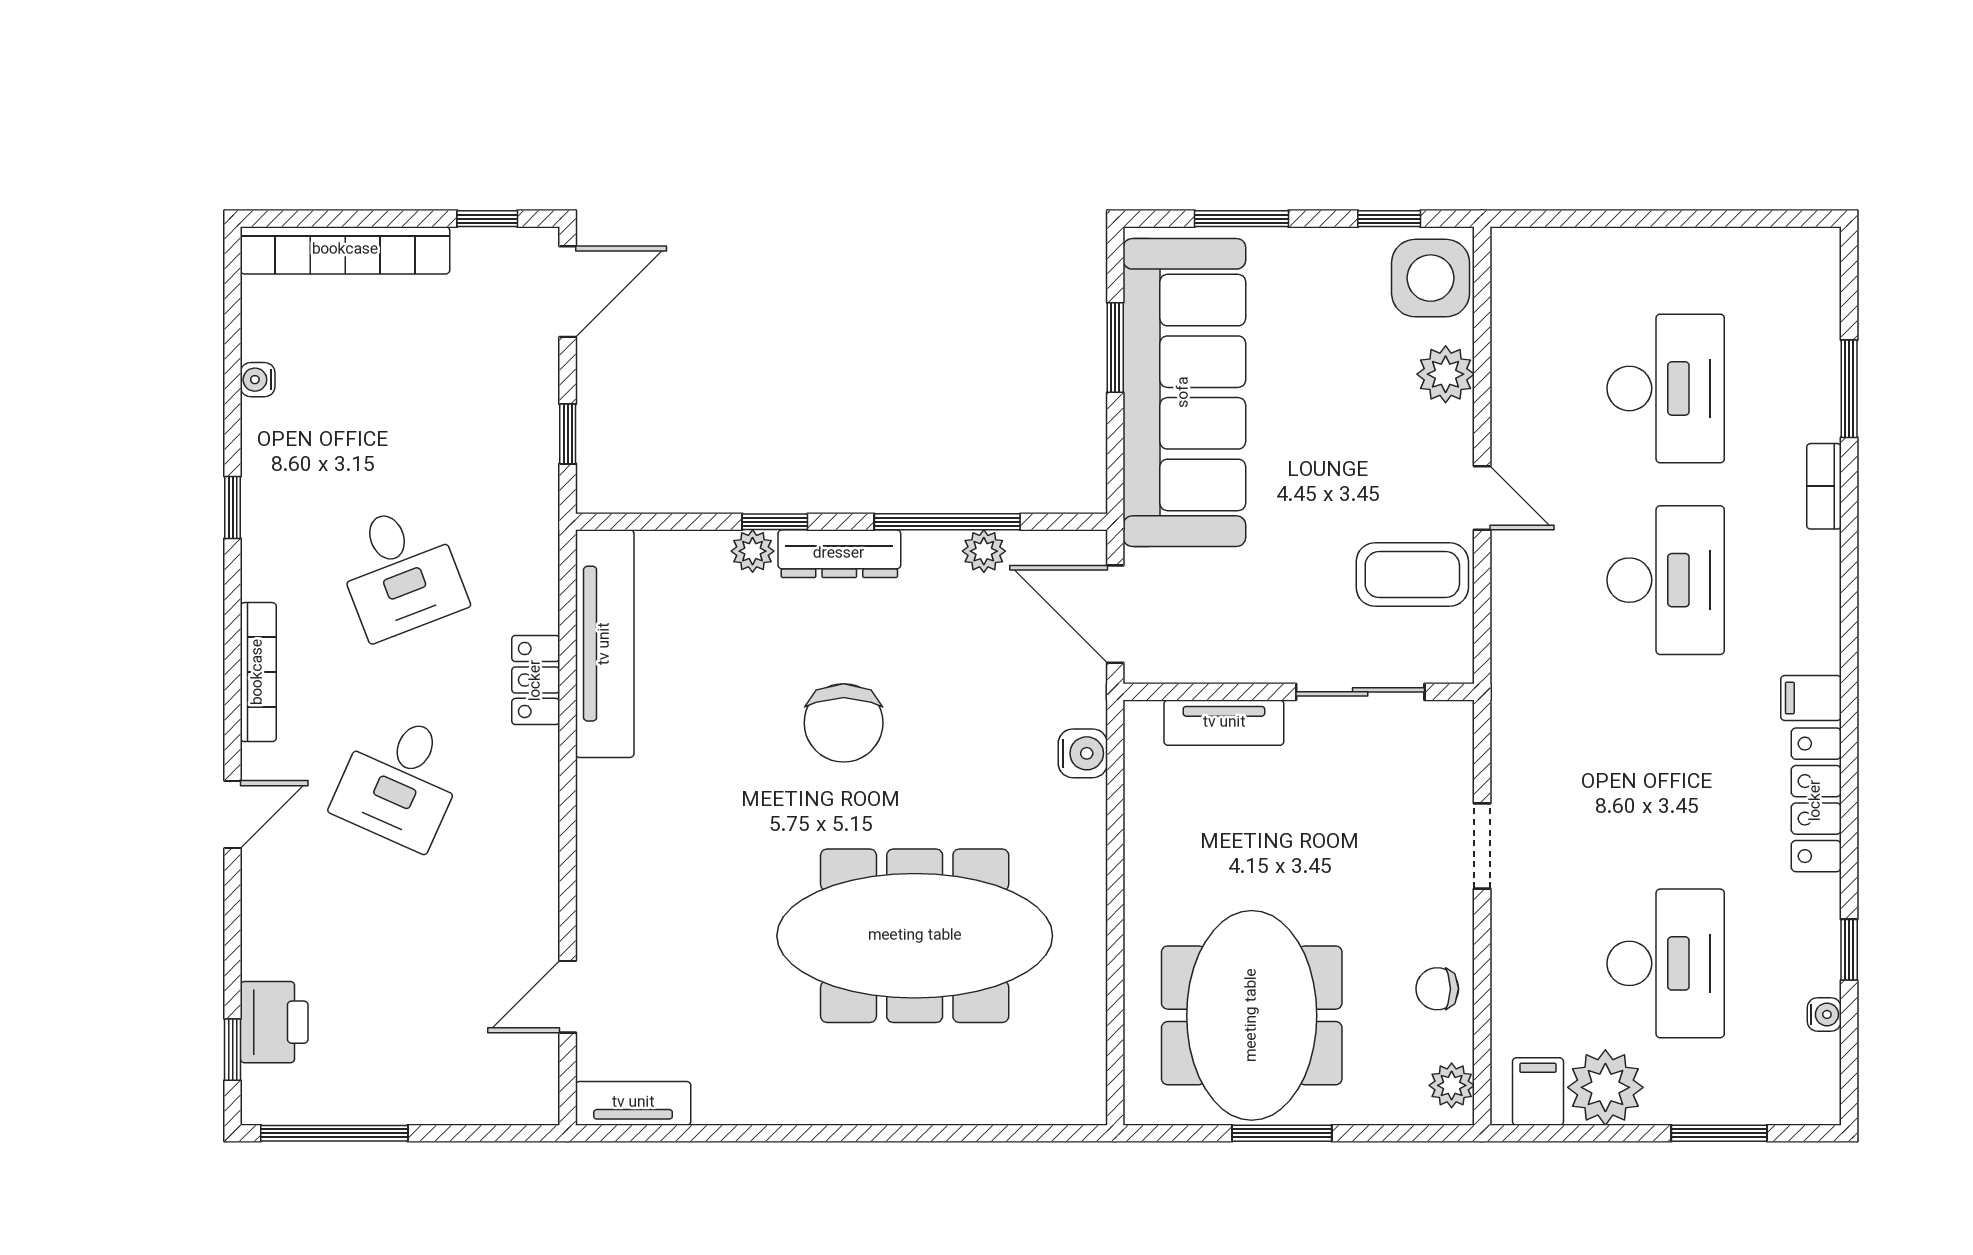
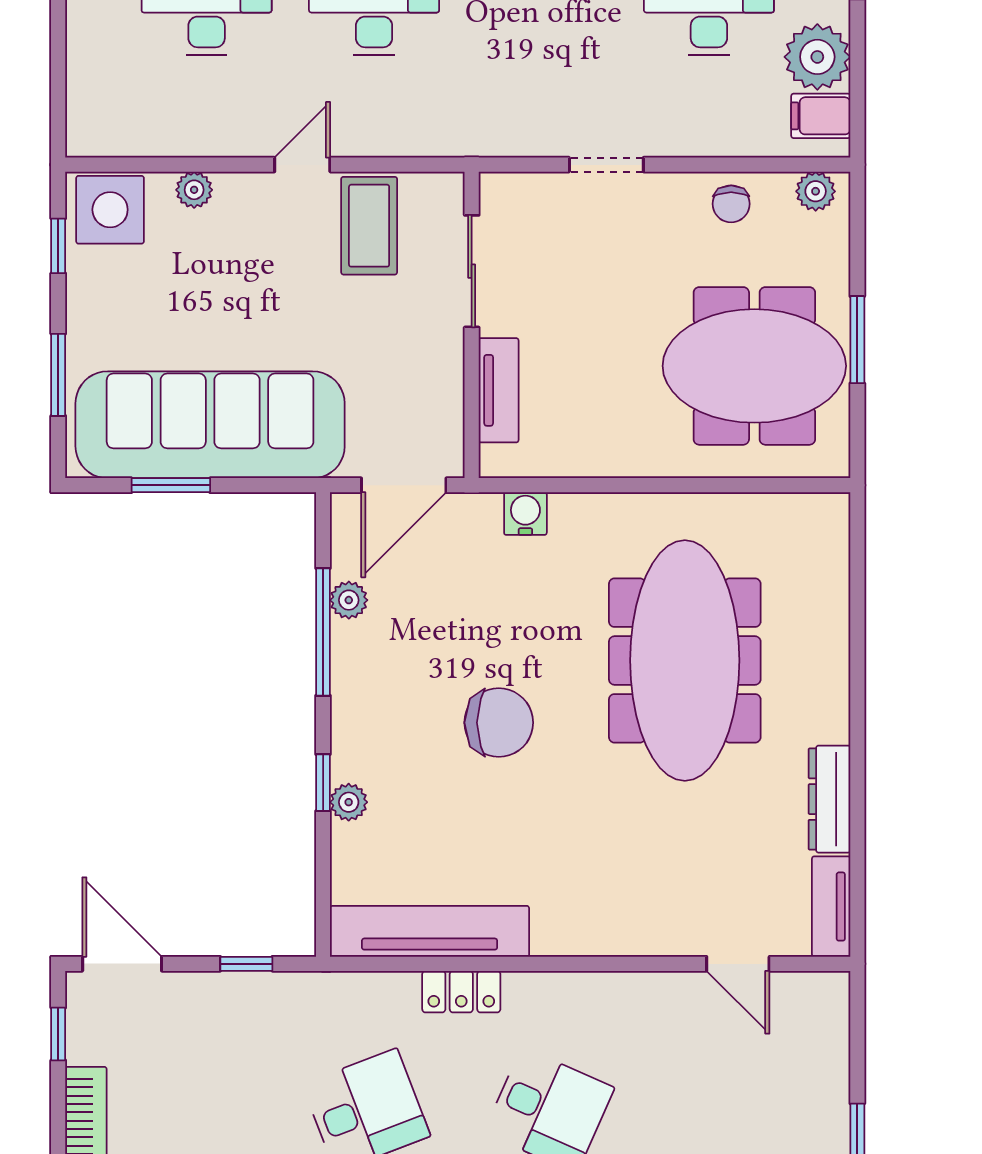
plant: (1446, 374) -> (194, 190), width x0.73, depth x0.73
dresser: (839, 554) -> (829, 799), moved, turned 180

